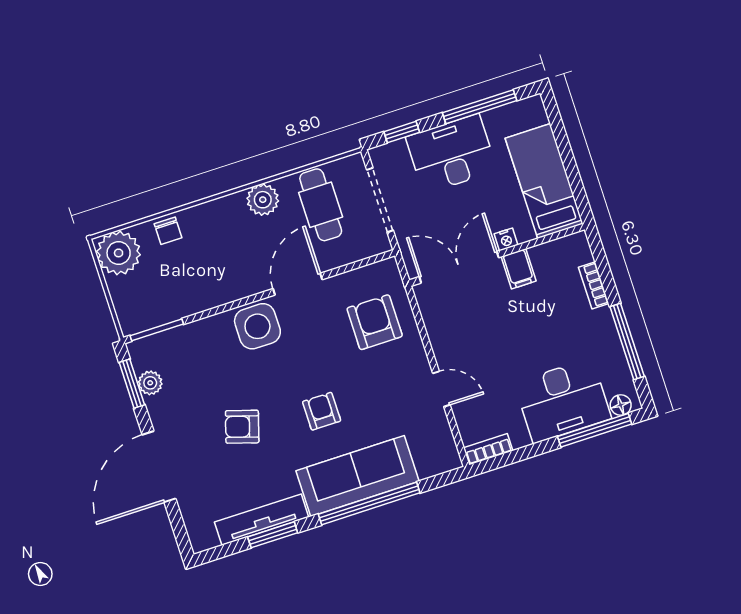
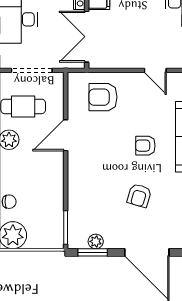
door: (298, 284) -> (66, 135), hinge flipped
side table: (257, 326) -> (83, 167), removed
door: (441, 389) -> (155, 70), swing flipped

